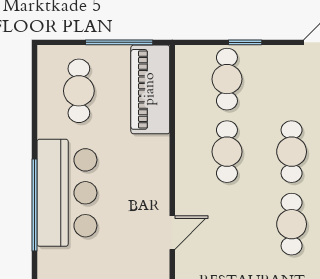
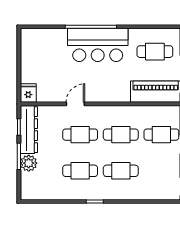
cafe table: (227, 224) -> (80, 135), added
door: (172, 233) -> (75, 104), swing flipped

